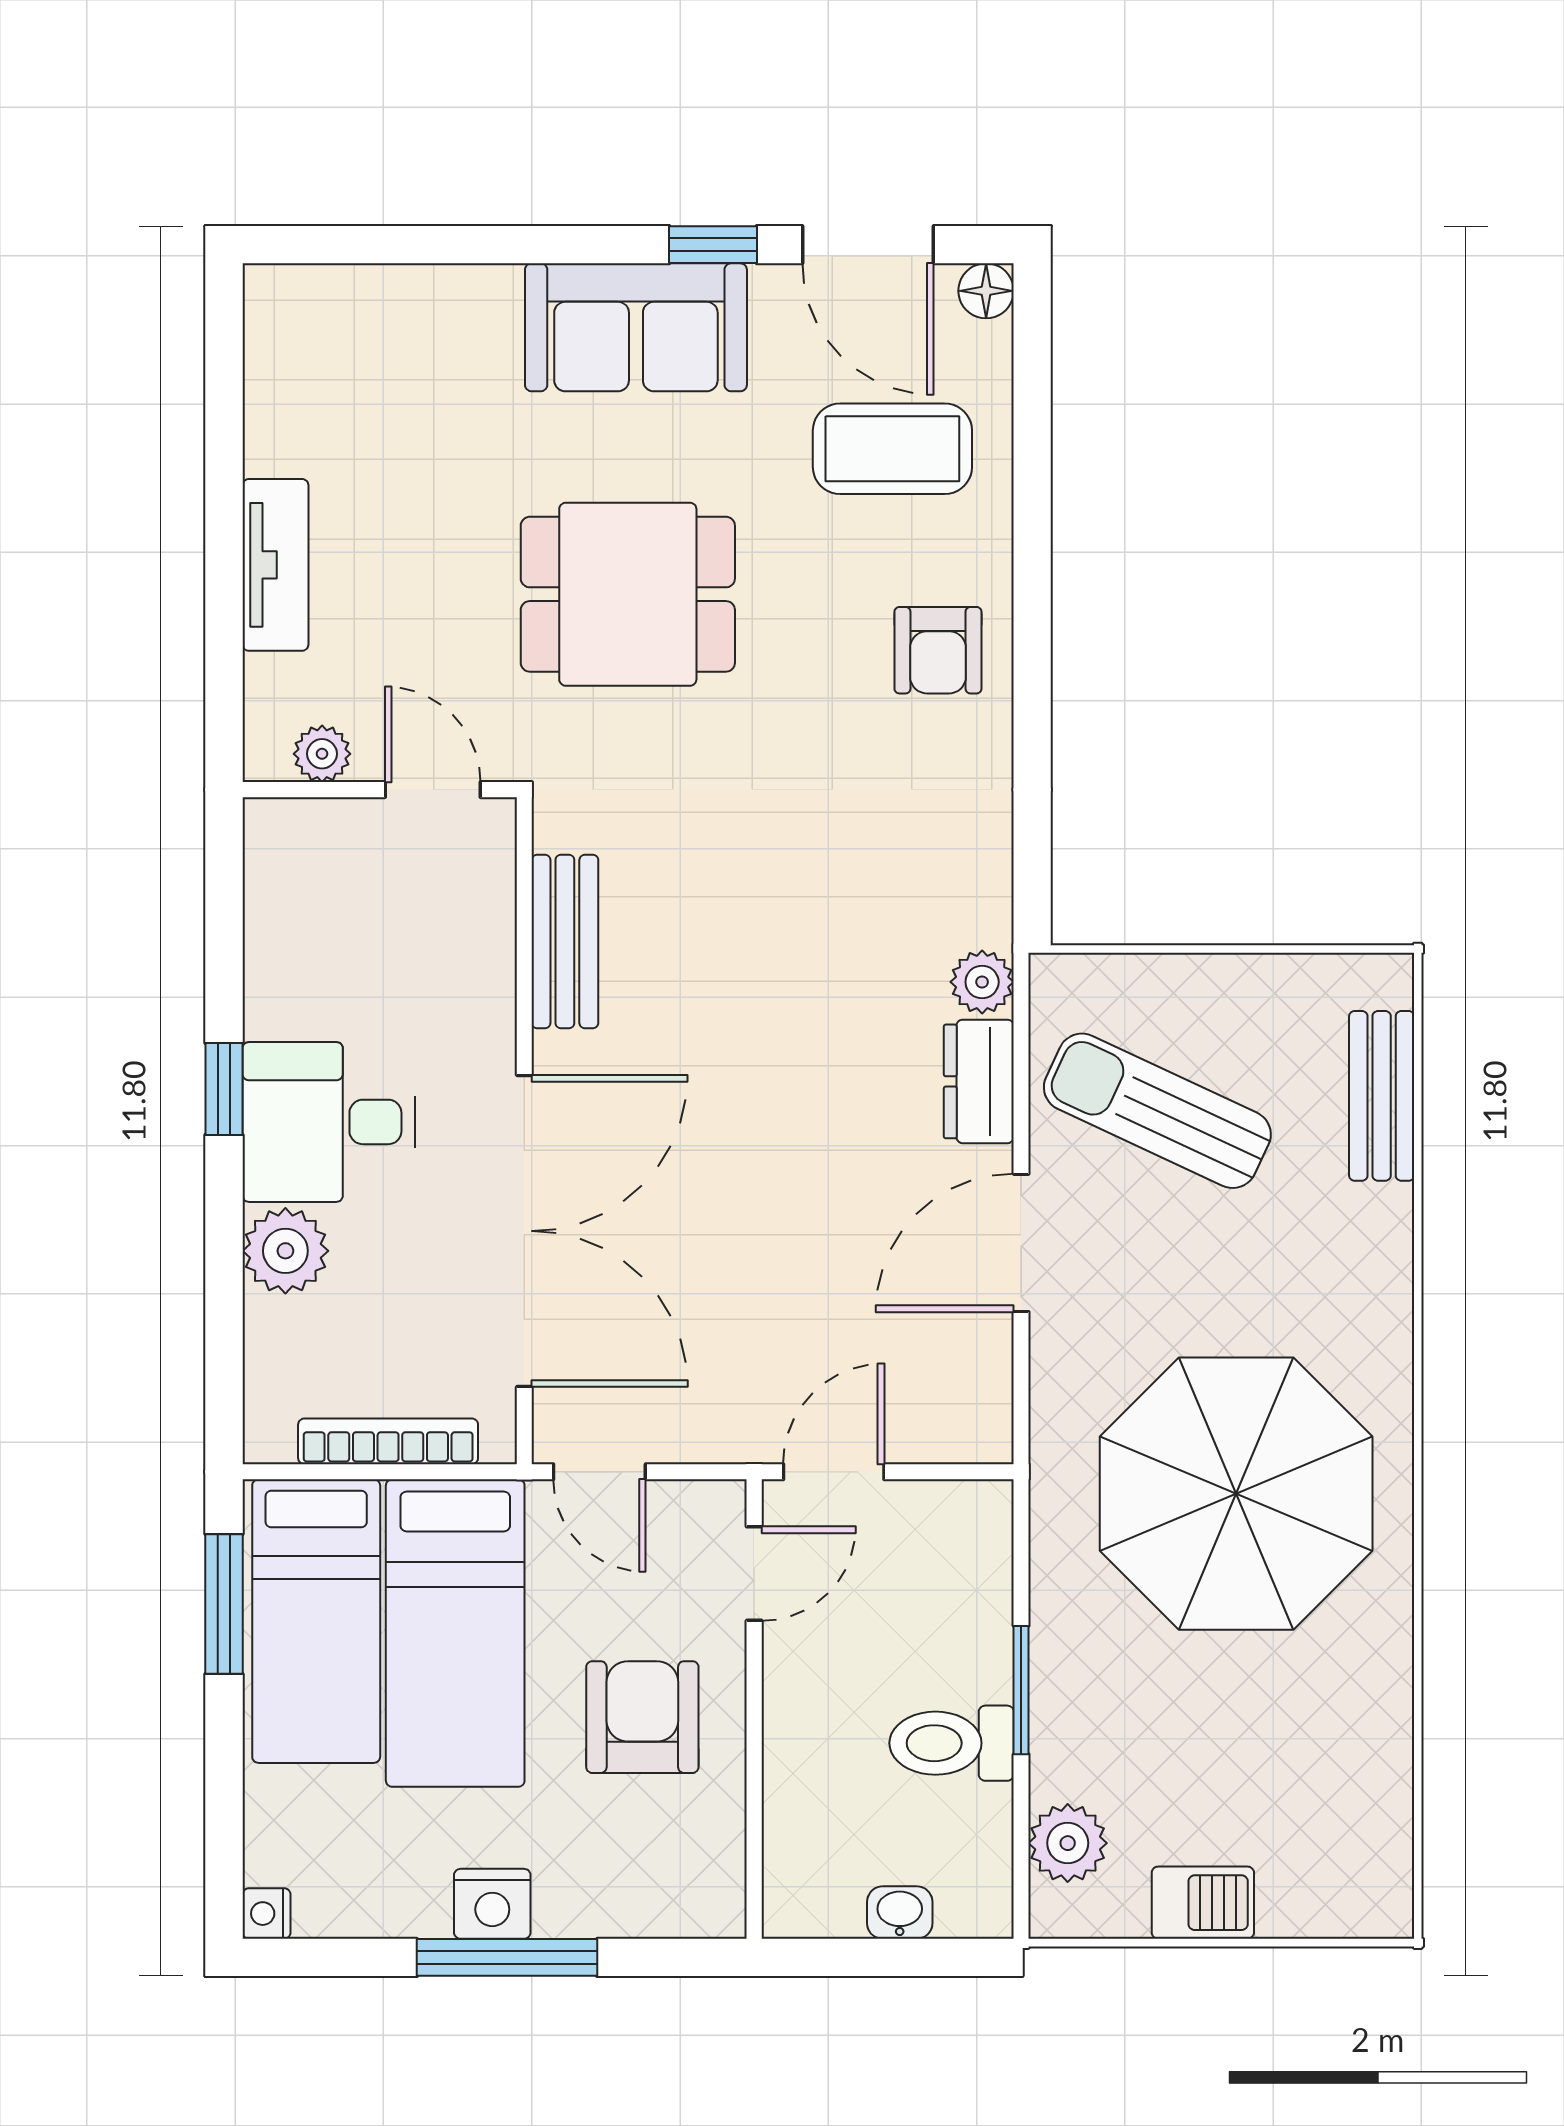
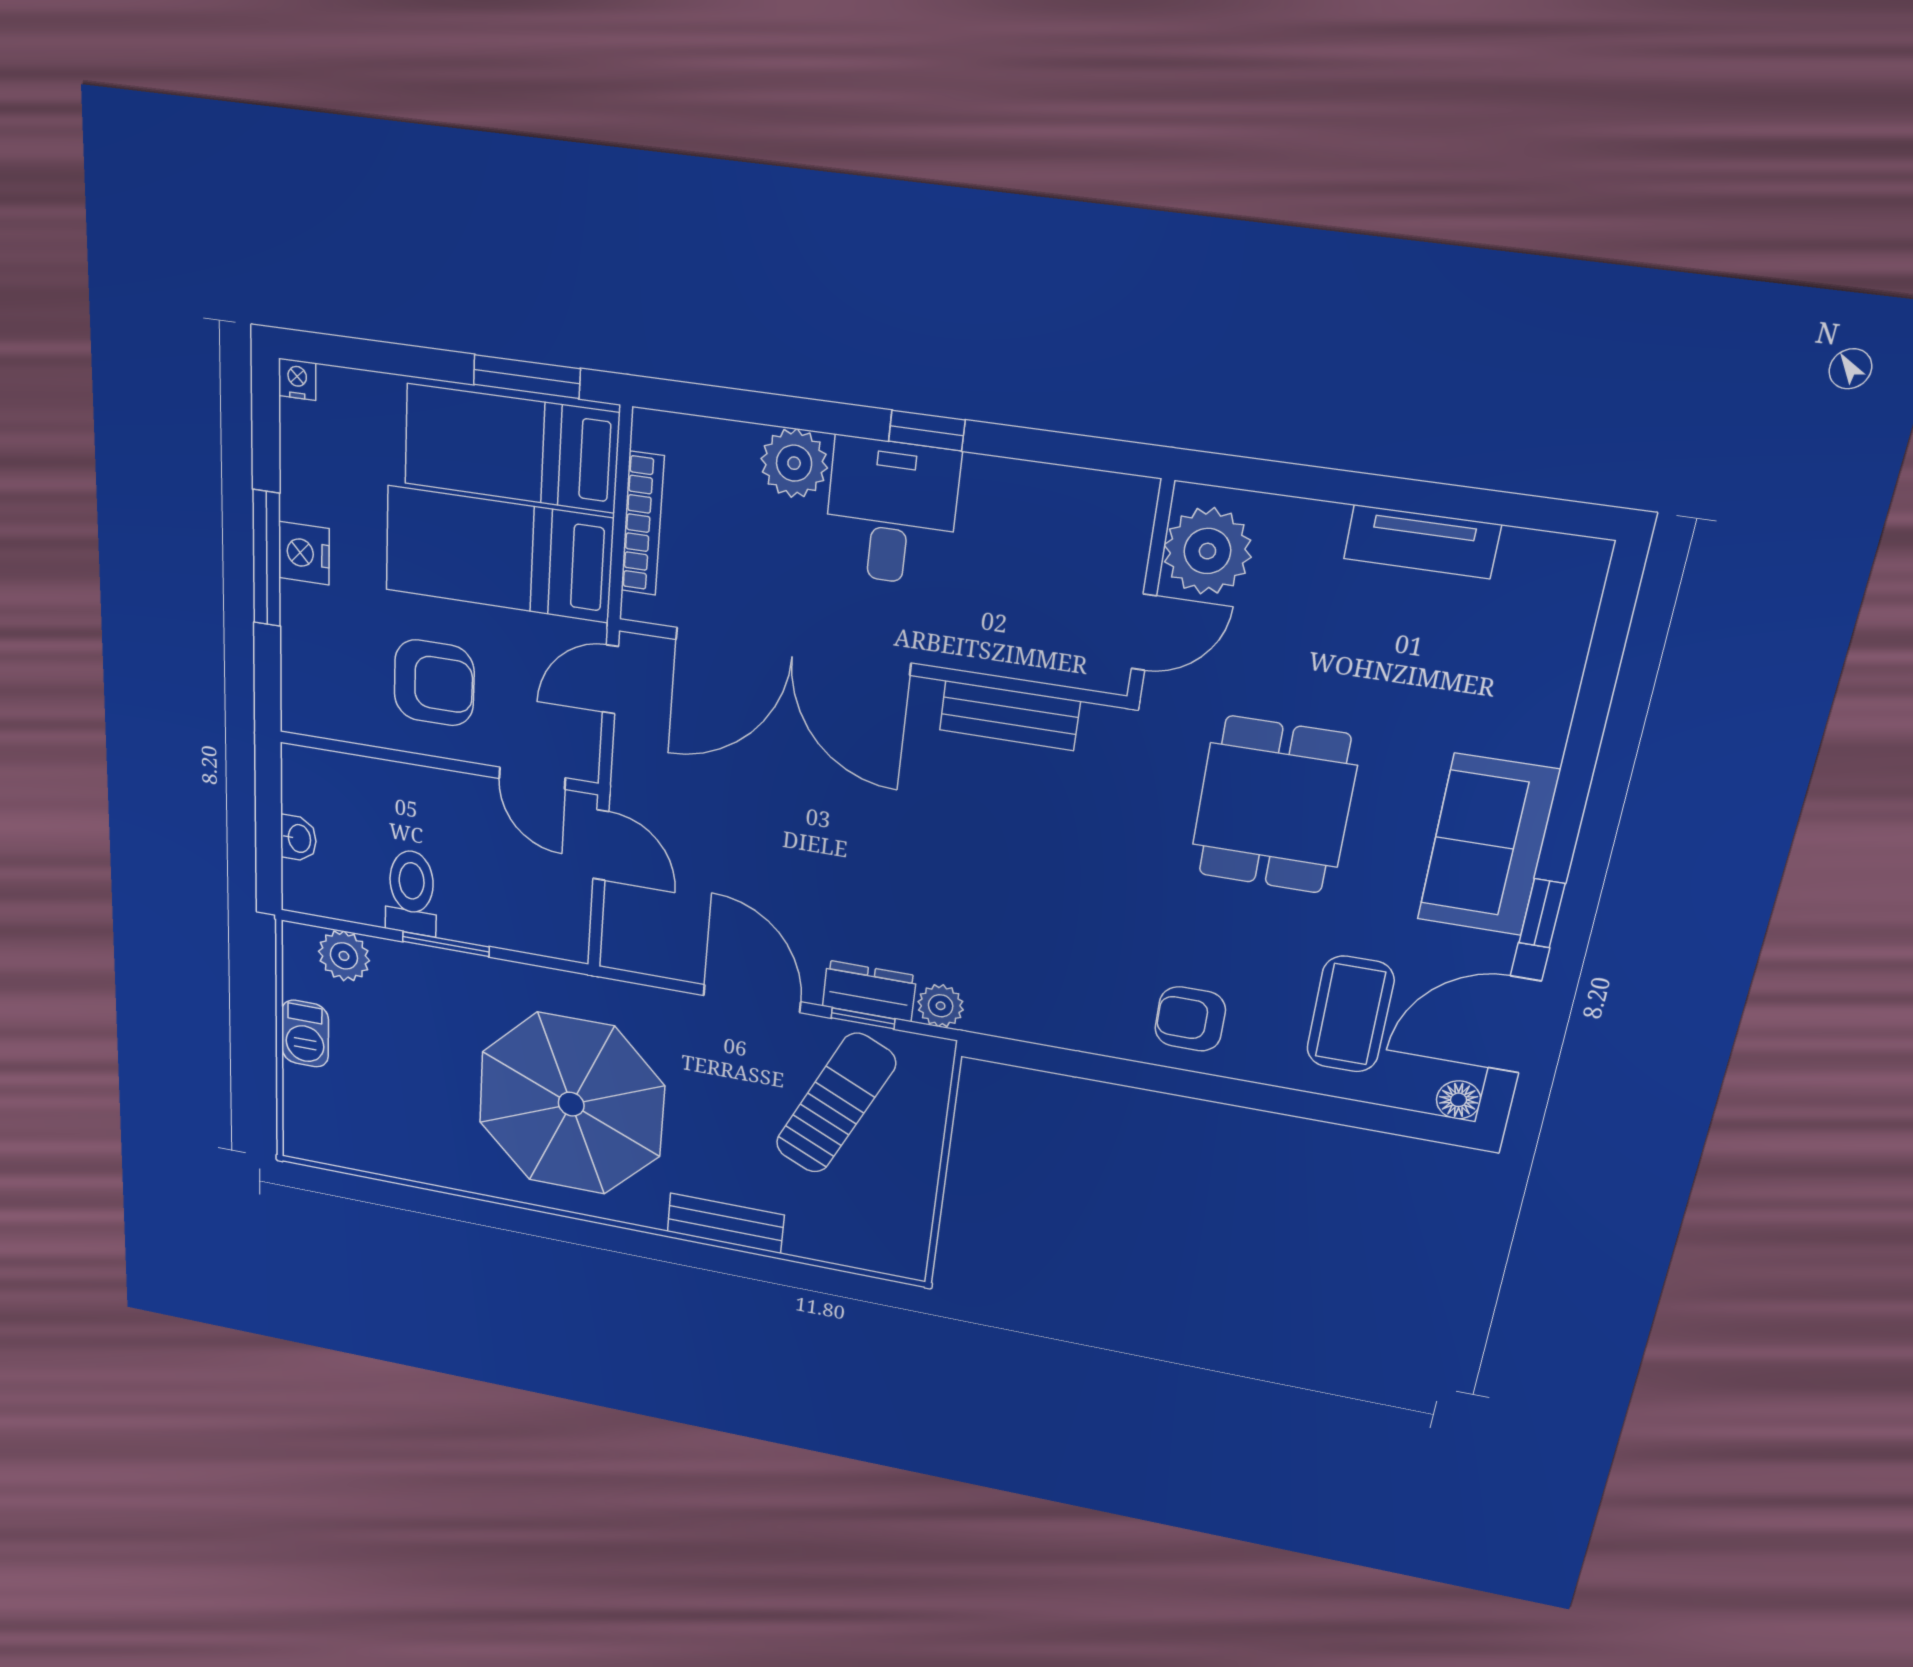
tv unit: (275, 565) -> (1422, 542), moved
plant: (322, 754) -> (1207, 551), width x1.87, depth x1.87
window: (1021, 1086) -> (863, 1018), added
bench: (1382, 1096) -> (725, 1223), moved

